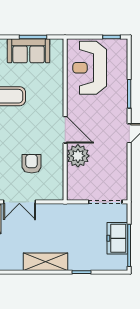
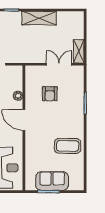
plant: (78, 156) -> (18, 96), width x0.53, depth x0.53

